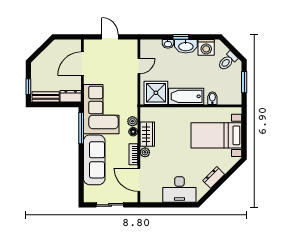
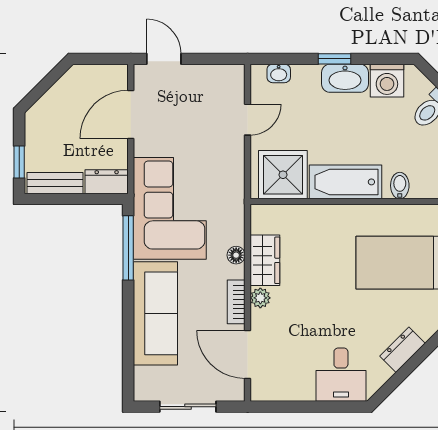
door: (110, 37) -> (164, 59), moved
washbasin: (168, 44) -> (279, 73), moved
plant: (132, 121) -> (235, 234), removed
desk: (179, 189) -> (341, 375), width x0.73

